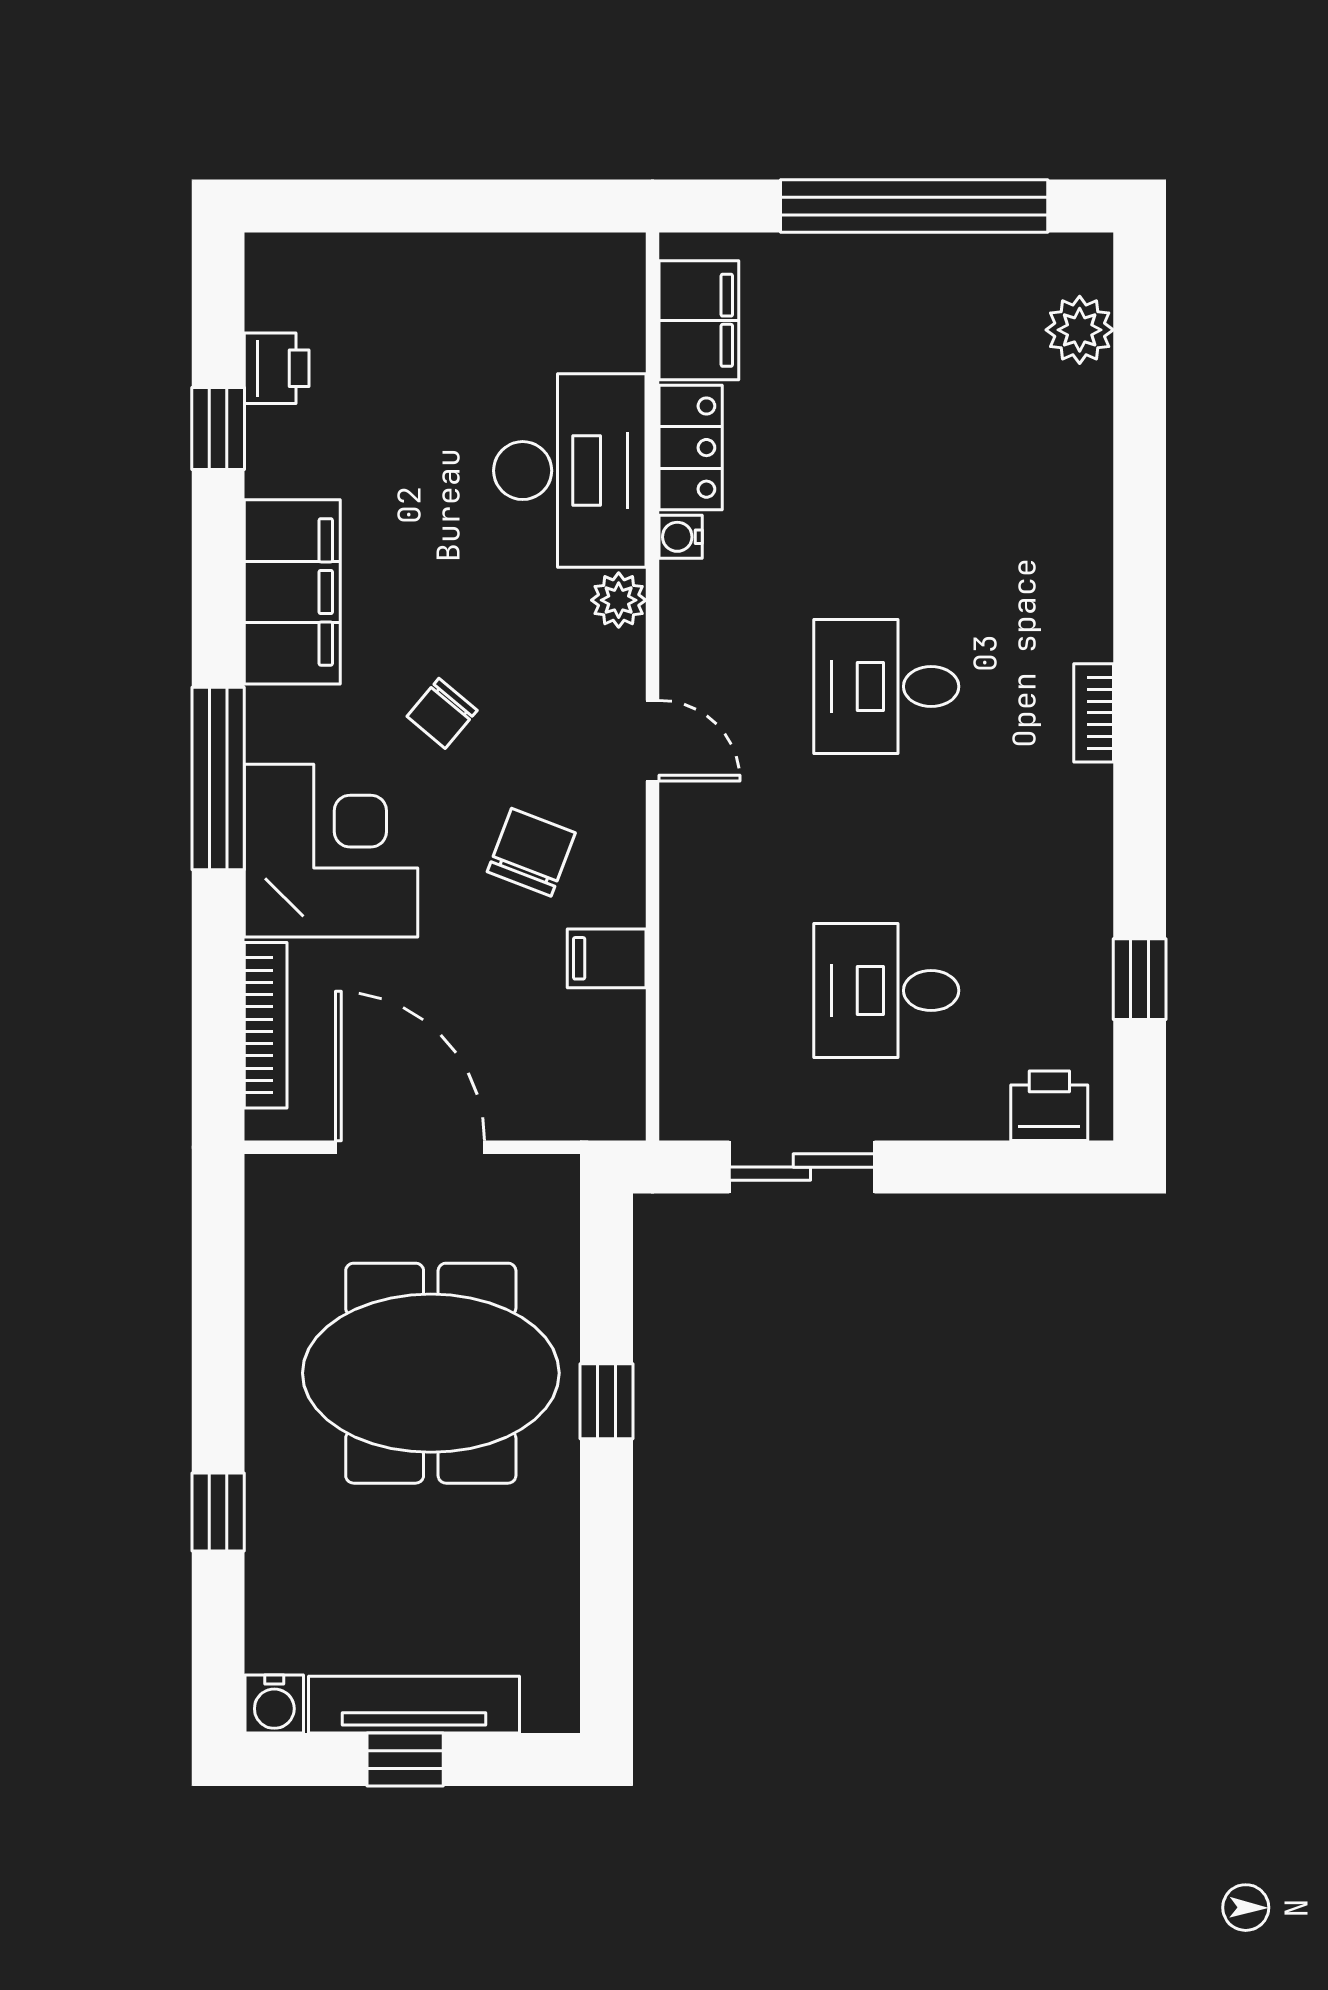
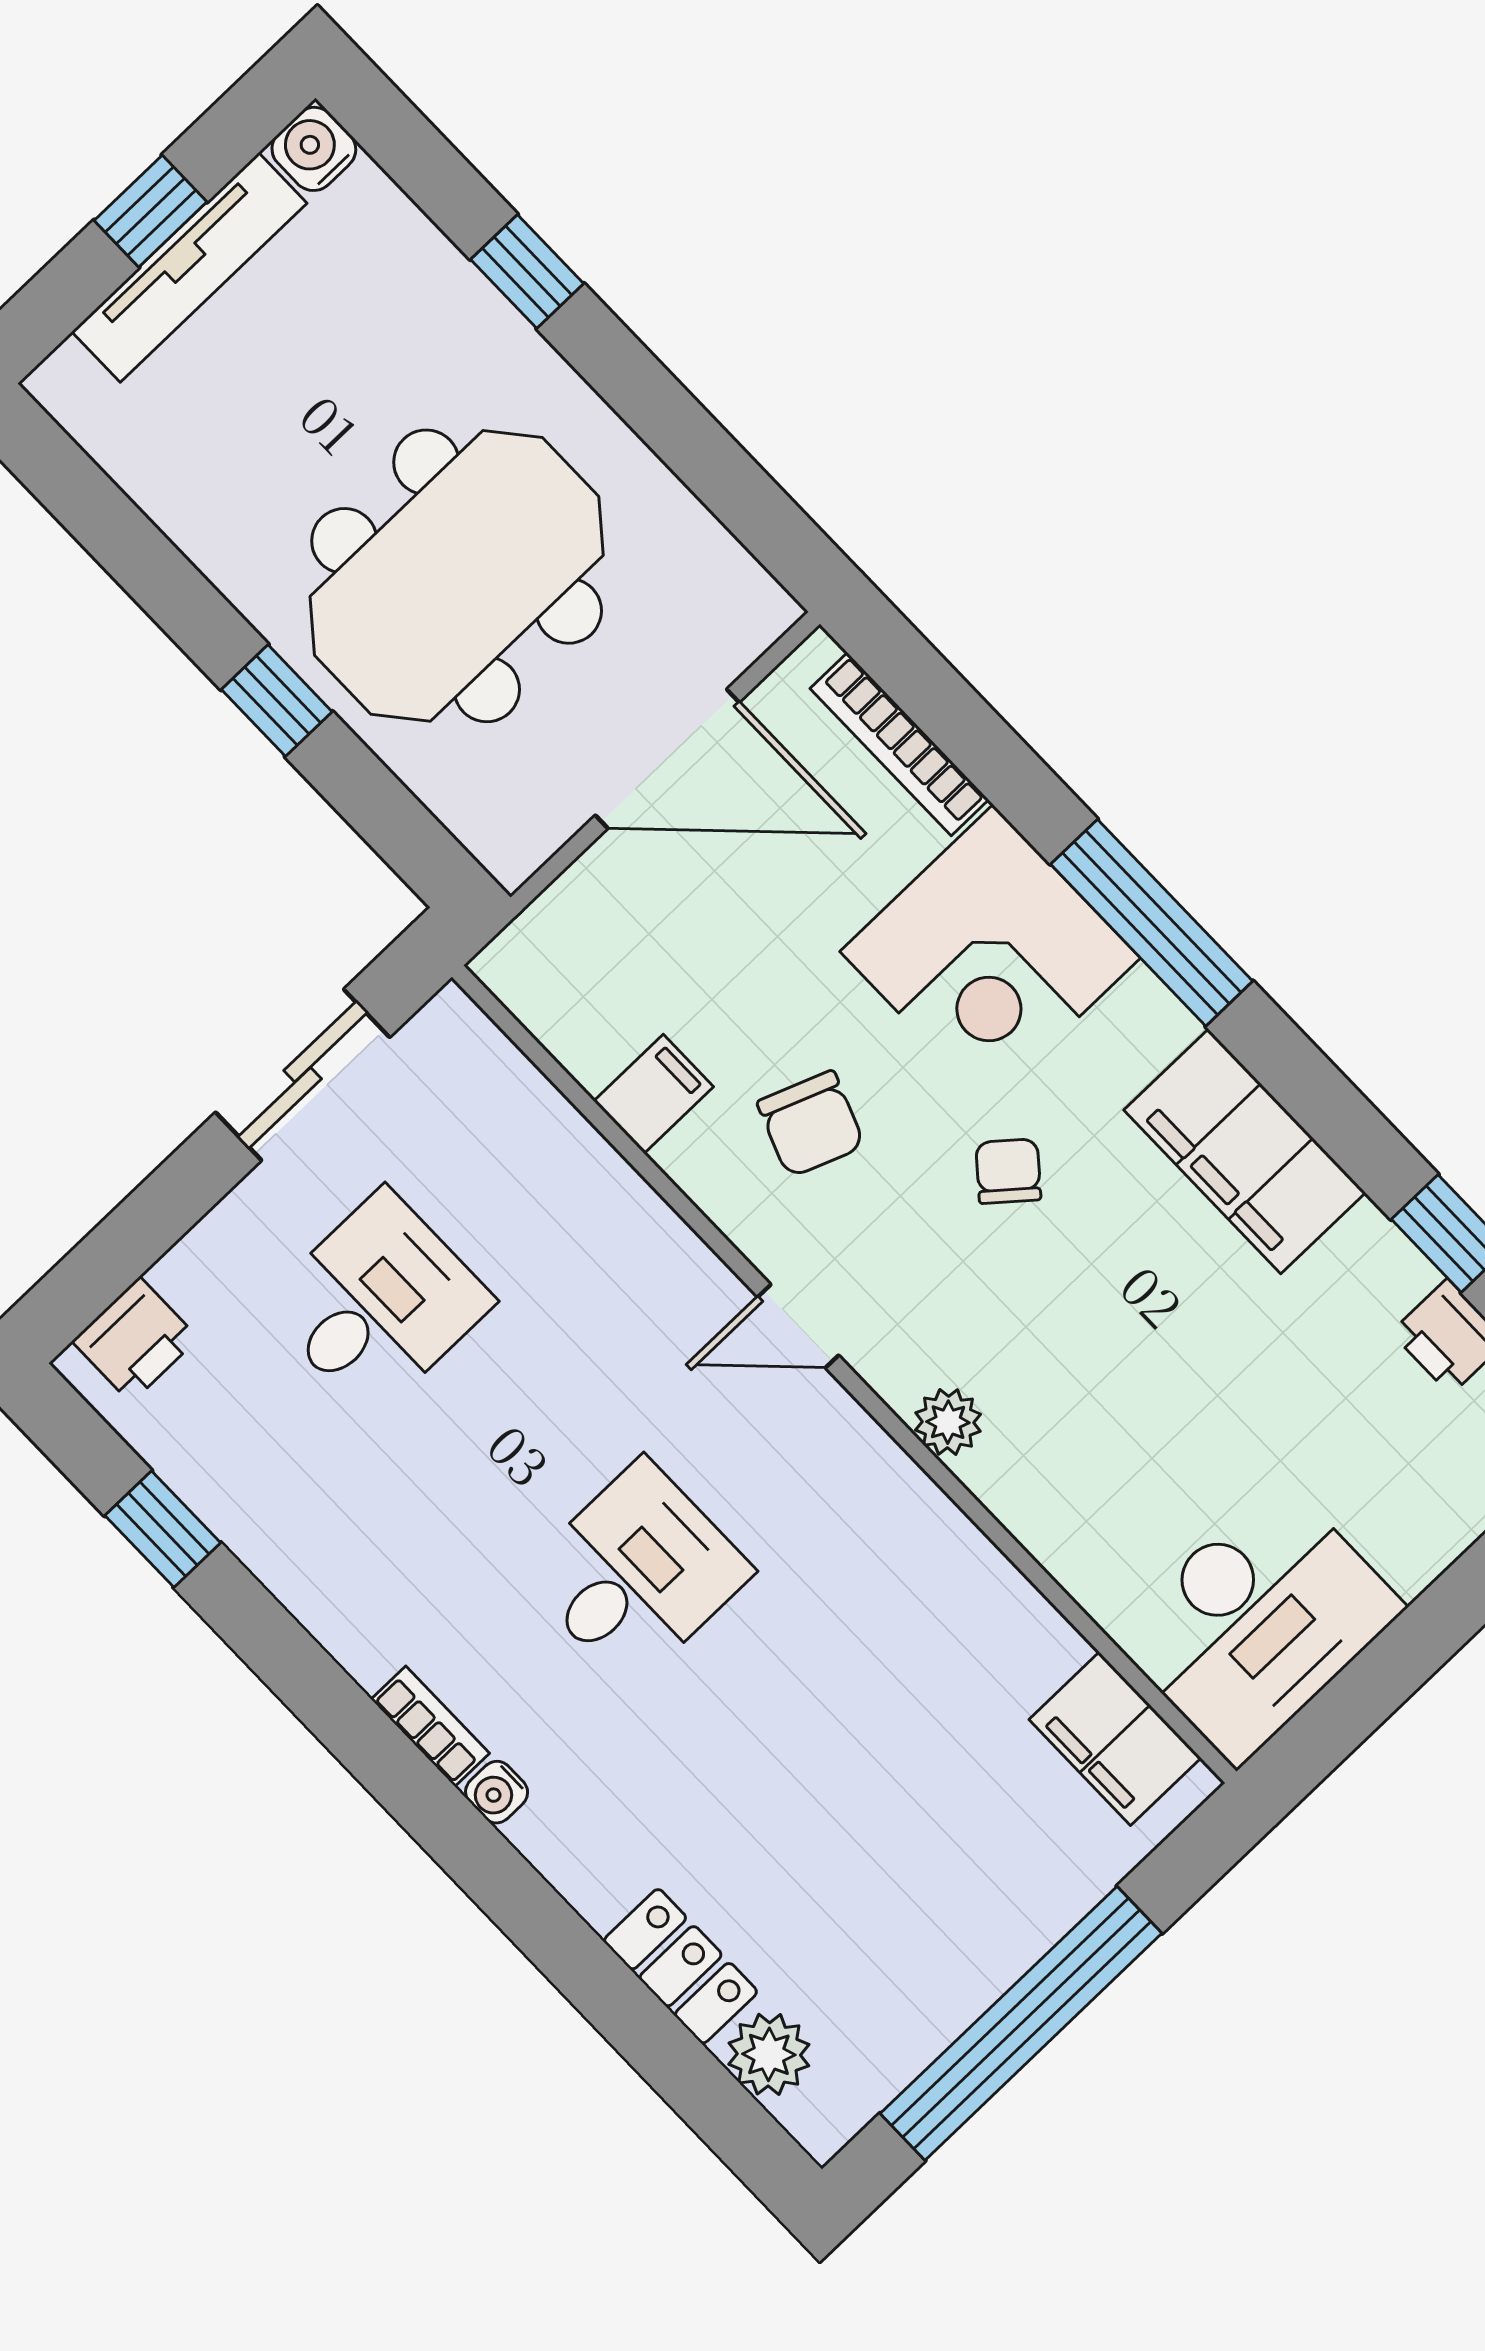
locker: (691, 448) -> (681, 1966), moved, turned 180
desk: (570, 471) -> (1258, 1622), moved, turned -90
water cooler: (681, 537) -> (497, 1792), moved, turned 180

